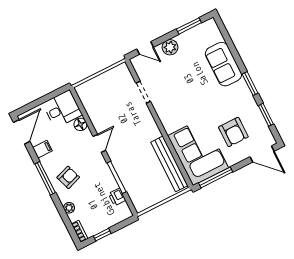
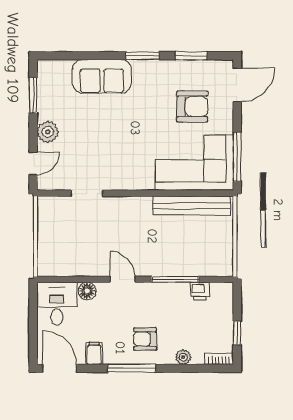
armchair: (68, 177) -> (145, 339), turned -71

